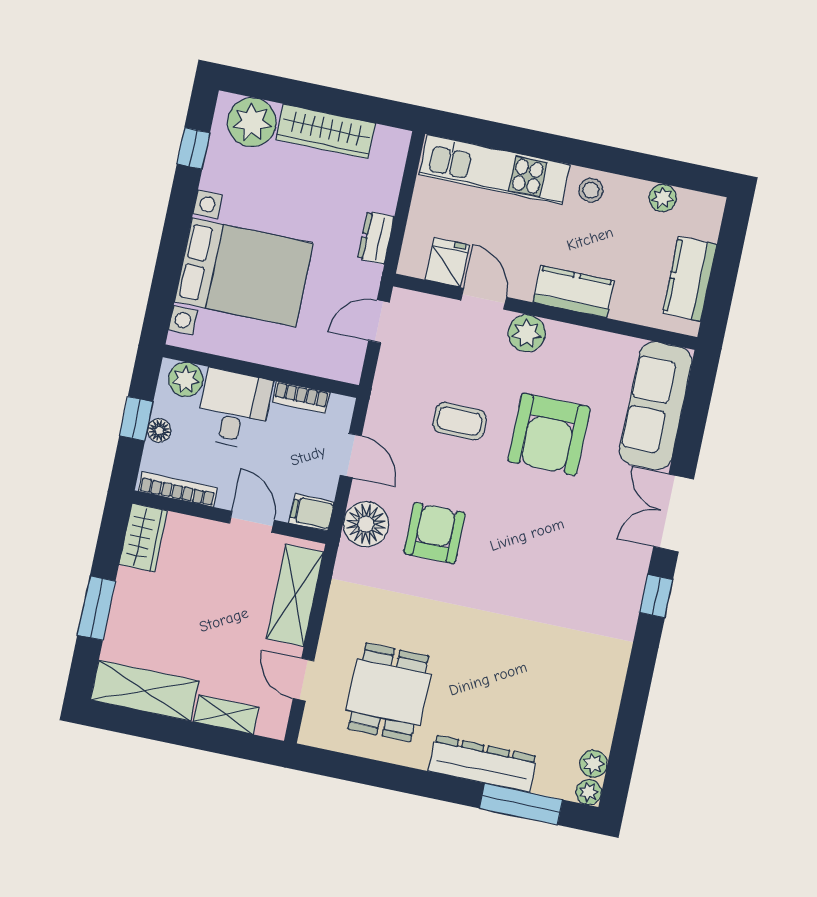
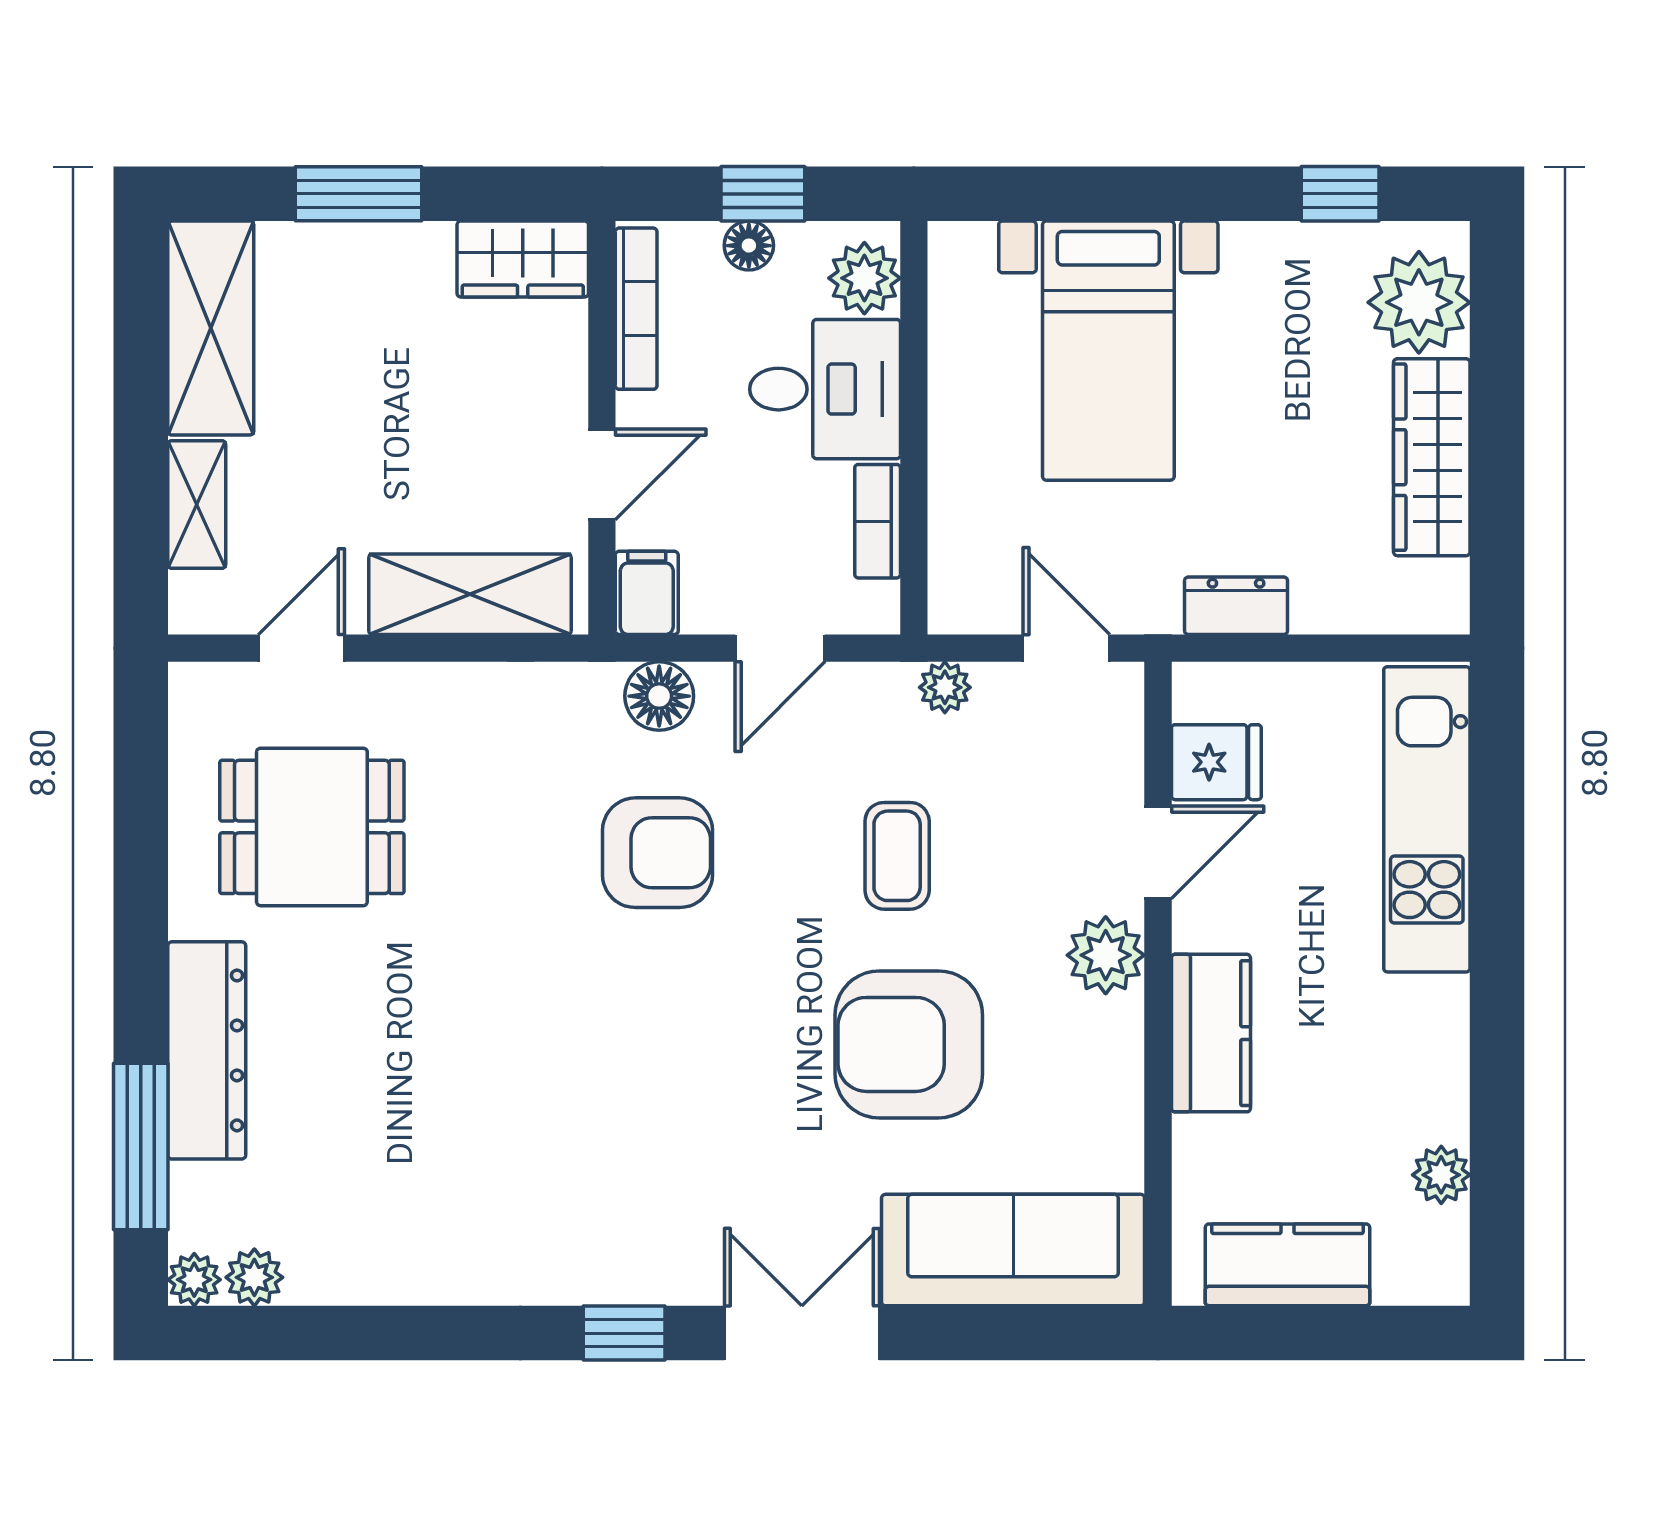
stool: (591, 190) -> (1426, 1025), removed
bed with nightstands: (244, 272) -> (1108, 351), width x0.73
plant: (385, 382) -> (945, 687), added
floor lamp: (366, 524) -> (659, 696), width x0.73, depth x0.73

